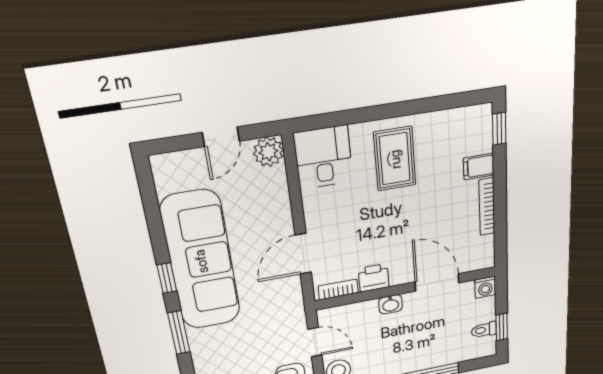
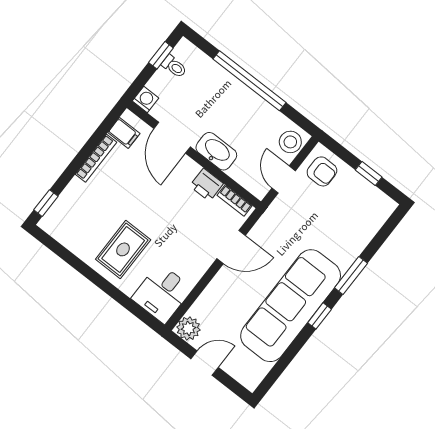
filing cabinet: (479, 167) -> (124, 133), moved
washbasin: (391, 304) -> (216, 151), width x1.91, depth x1.45

